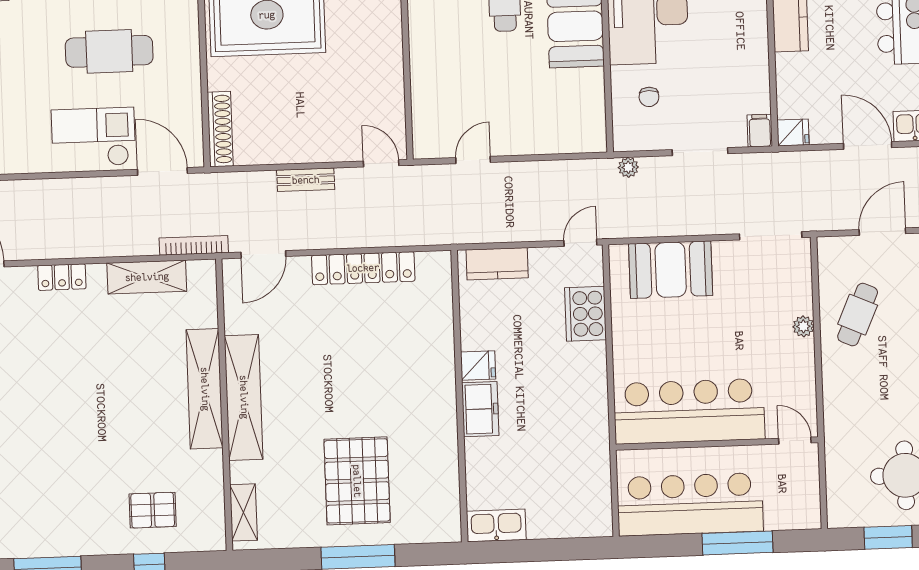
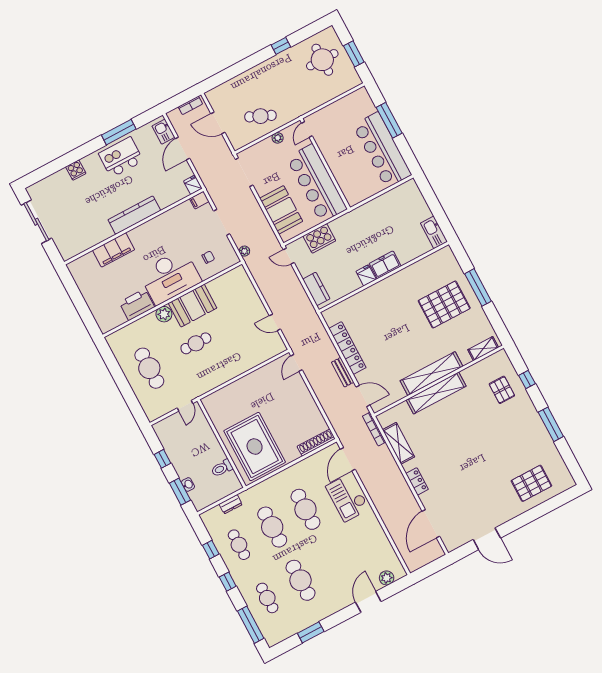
bench: (306, 180) -> (343, 372), moved
bar counter: (689, 411) -> (317, 183), moved
door: (795, 441) -> (307, 129), moved
wall: (717, 443) -> (325, 164), moved

